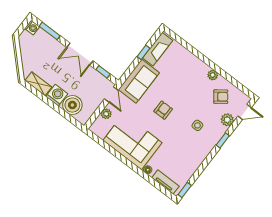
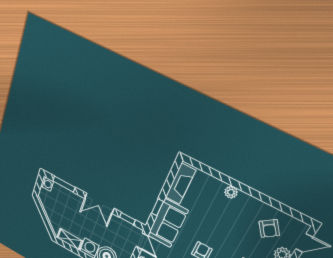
window: (143, 52) -> (157, 207), moved
plant: (213, 75) -> (231, 192), moved
armchair: (221, 97) -> (269, 228), turned 90

